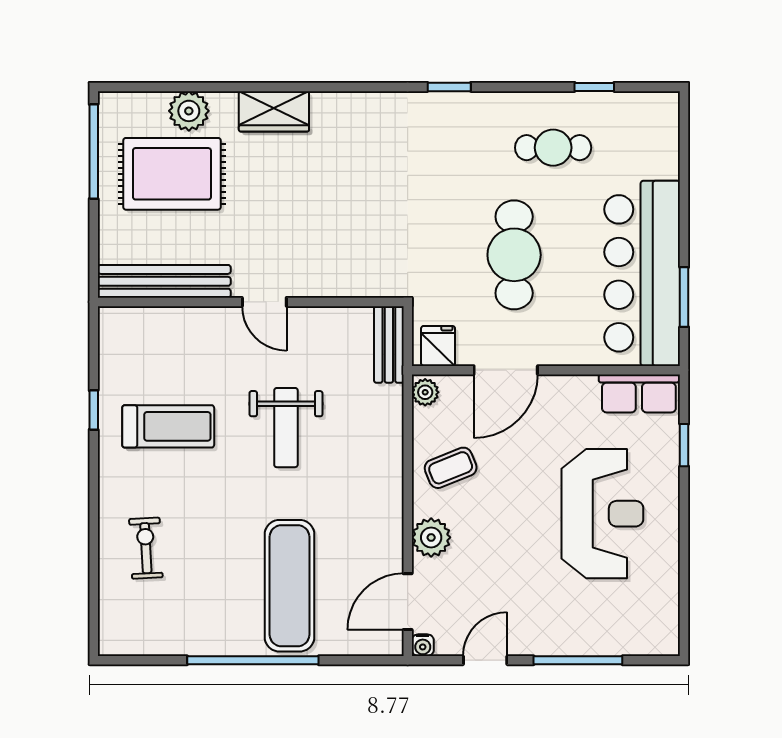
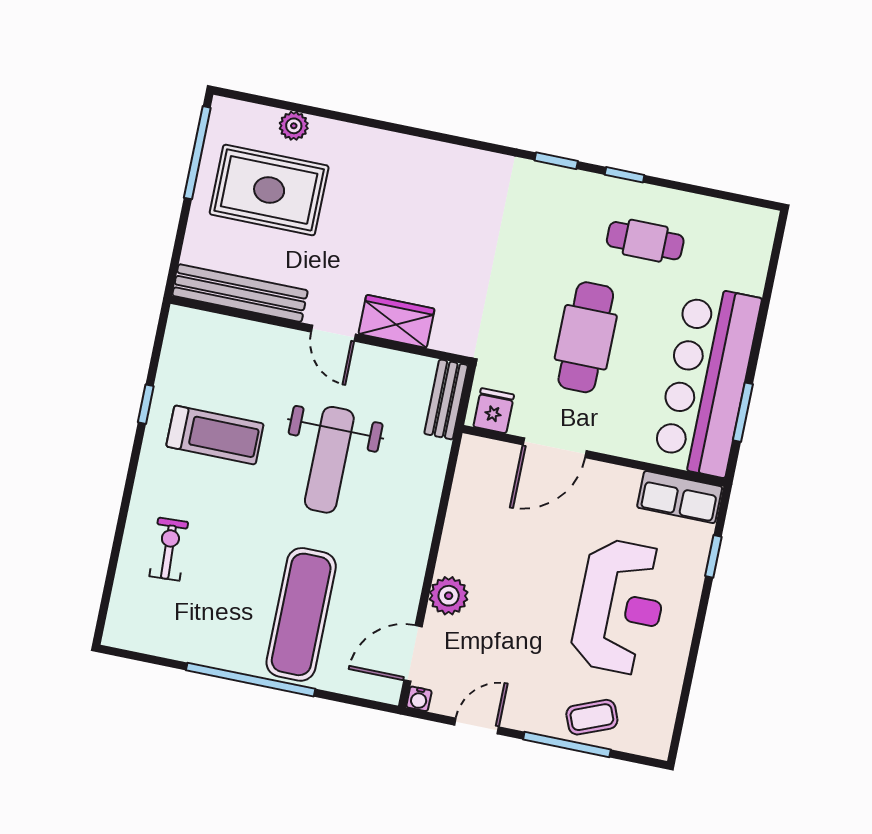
window: (594, 87) -> (625, 175), moved
plant: (189, 111) -> (294, 126), width x0.73, depth x0.73
wardrobe: (274, 111) -> (397, 321), moved, turned 180
plant: (425, 392) -> (472, 453), removed
weight bench: (286, 428) -> (329, 460), width x1.36, depth x1.33
coffee table: (451, 468) -> (592, 717), moved

